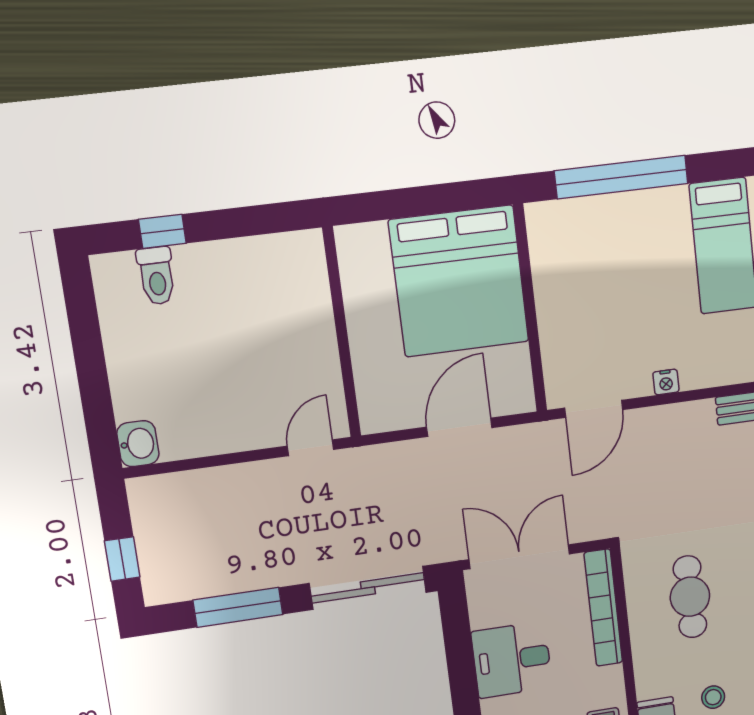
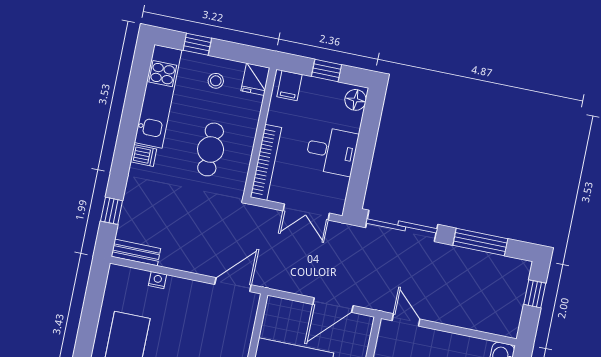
nightstand: (666, 382) -> (158, 280), moved
door: (459, 427) -> (333, 305), moved
door: (311, 448) -> (406, 320), swing flipped
double door: (519, 557) -> (306, 212), width x0.73

